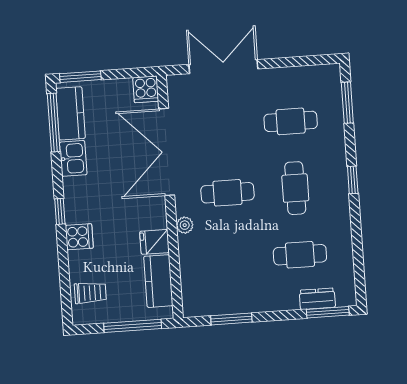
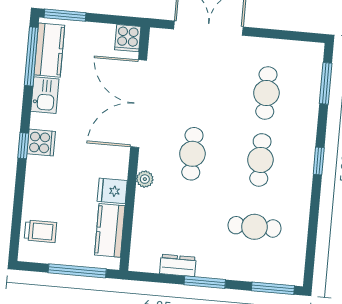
cafe table: (291, 121) -> (266, 93), turned 90
cafe table: (227, 193) -> (192, 154), turned 90
cooker: (79, 237) -> (41, 143), moved
dresser: (317, 299) -> (178, 265), moved
window: (231, 319) -> (205, 282), moved

